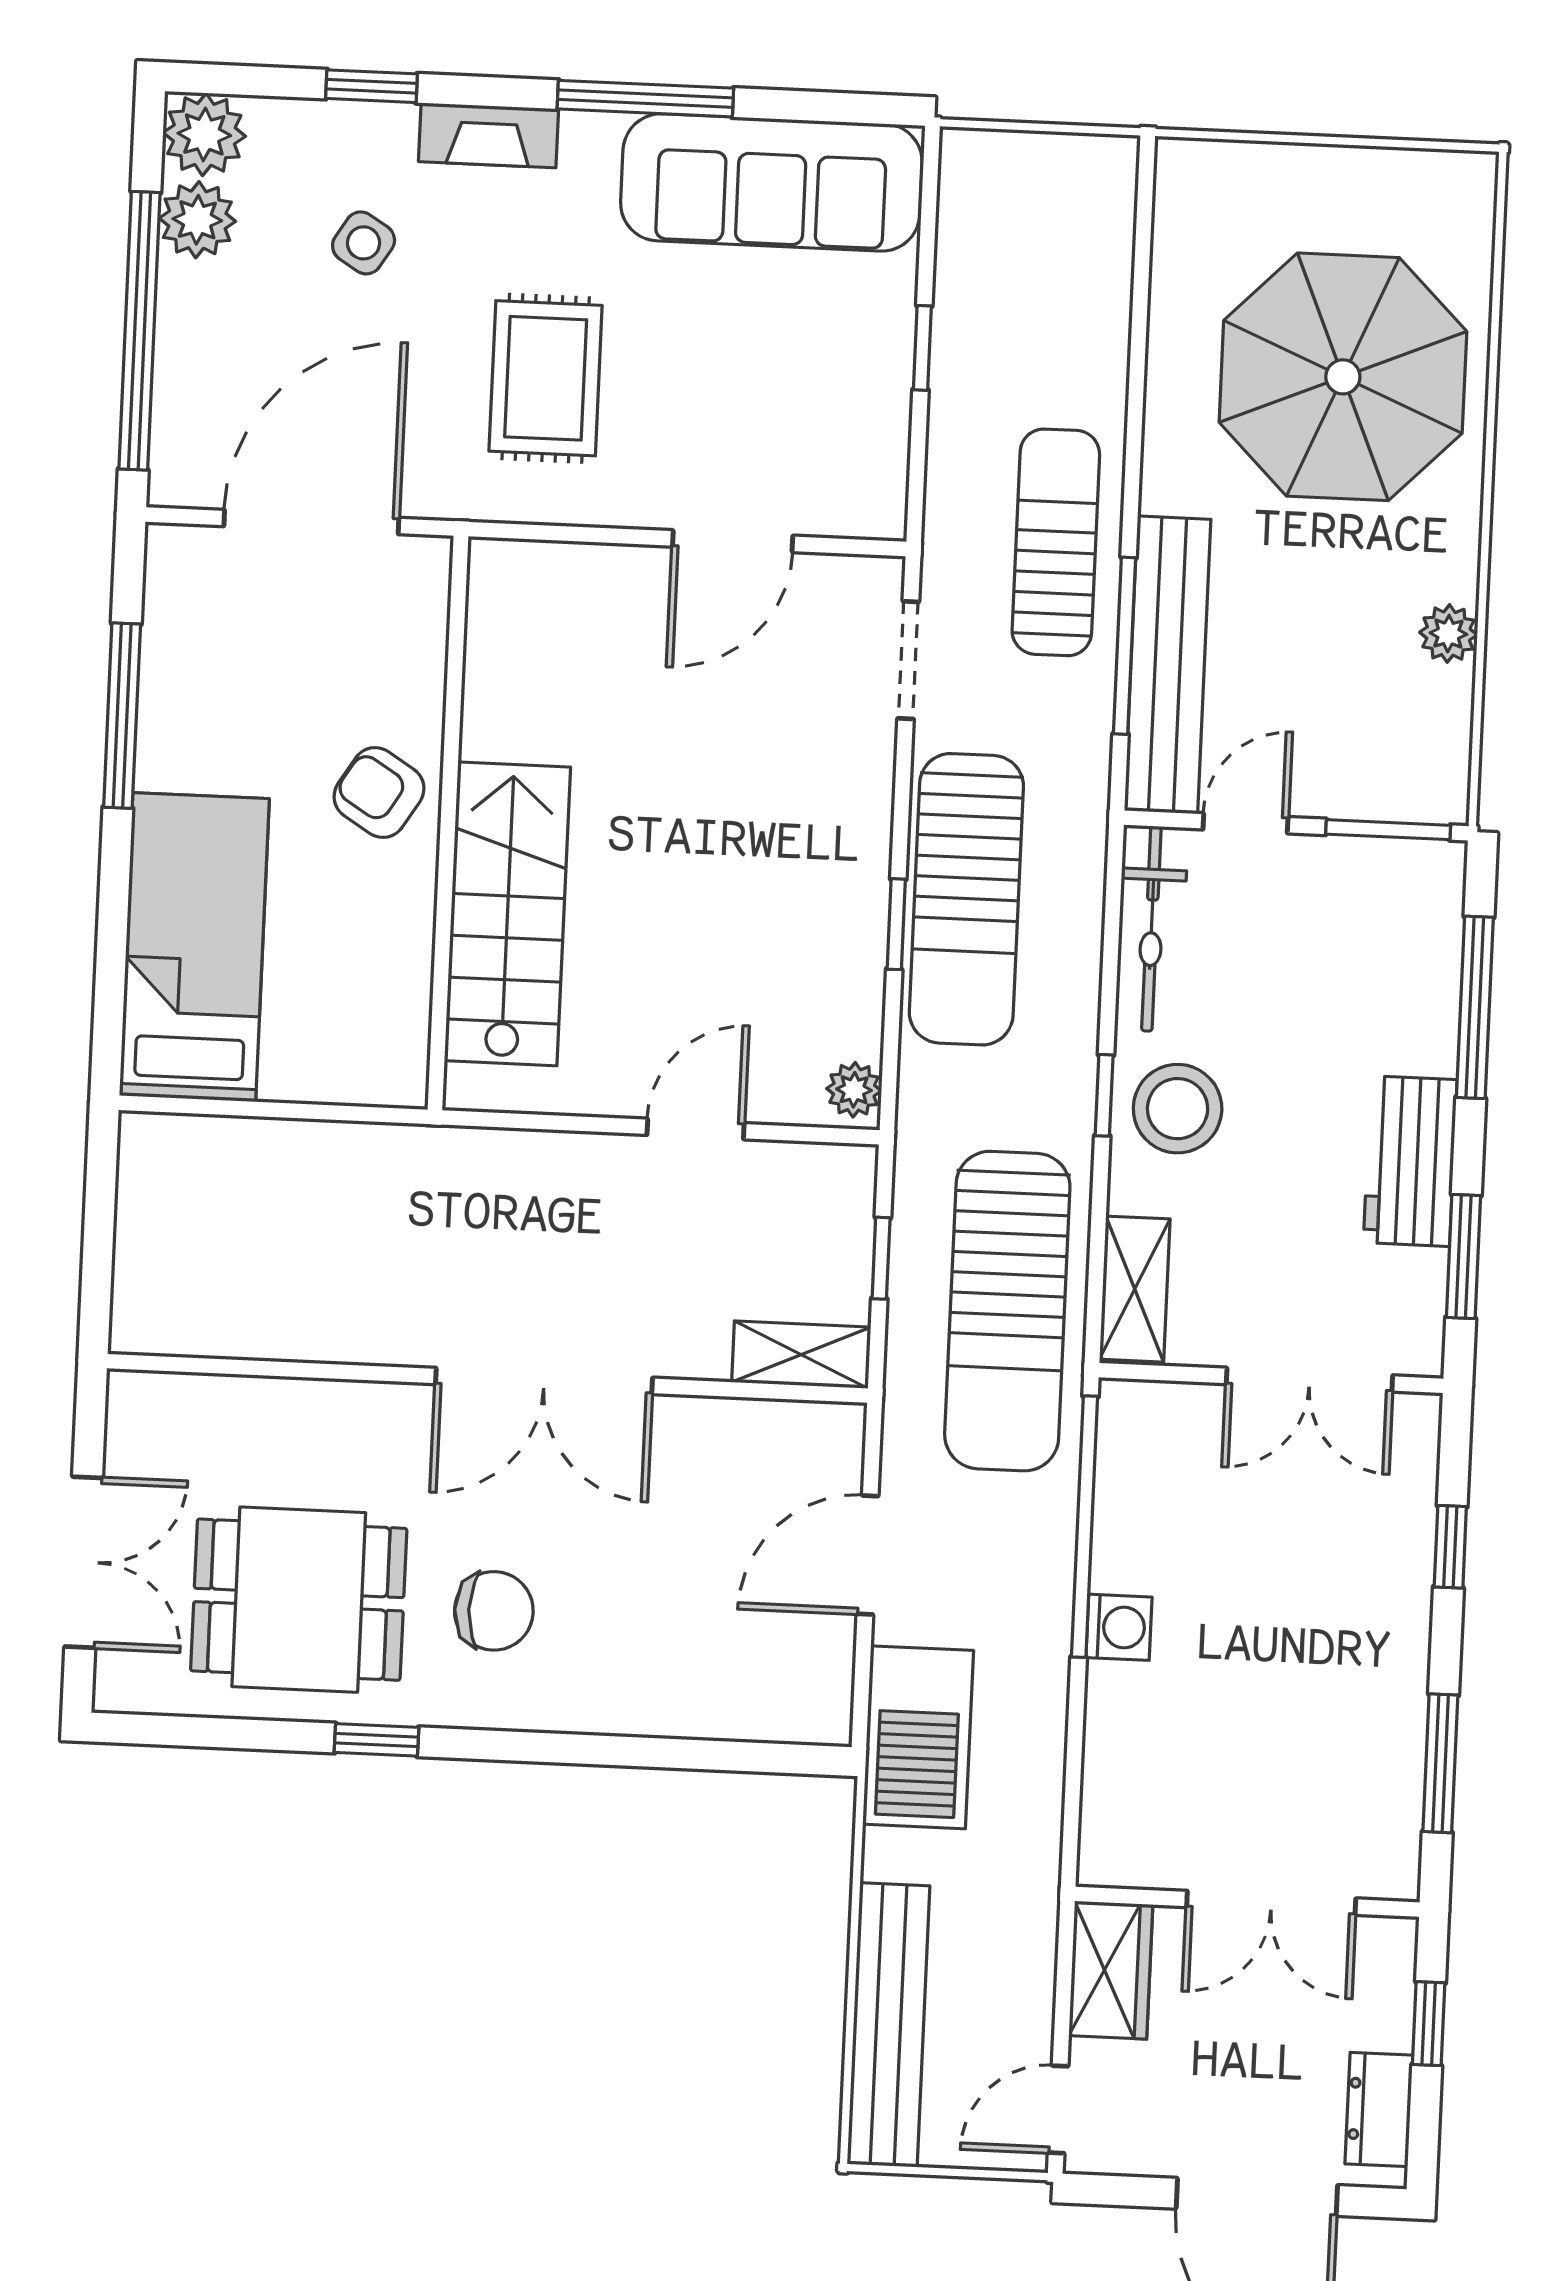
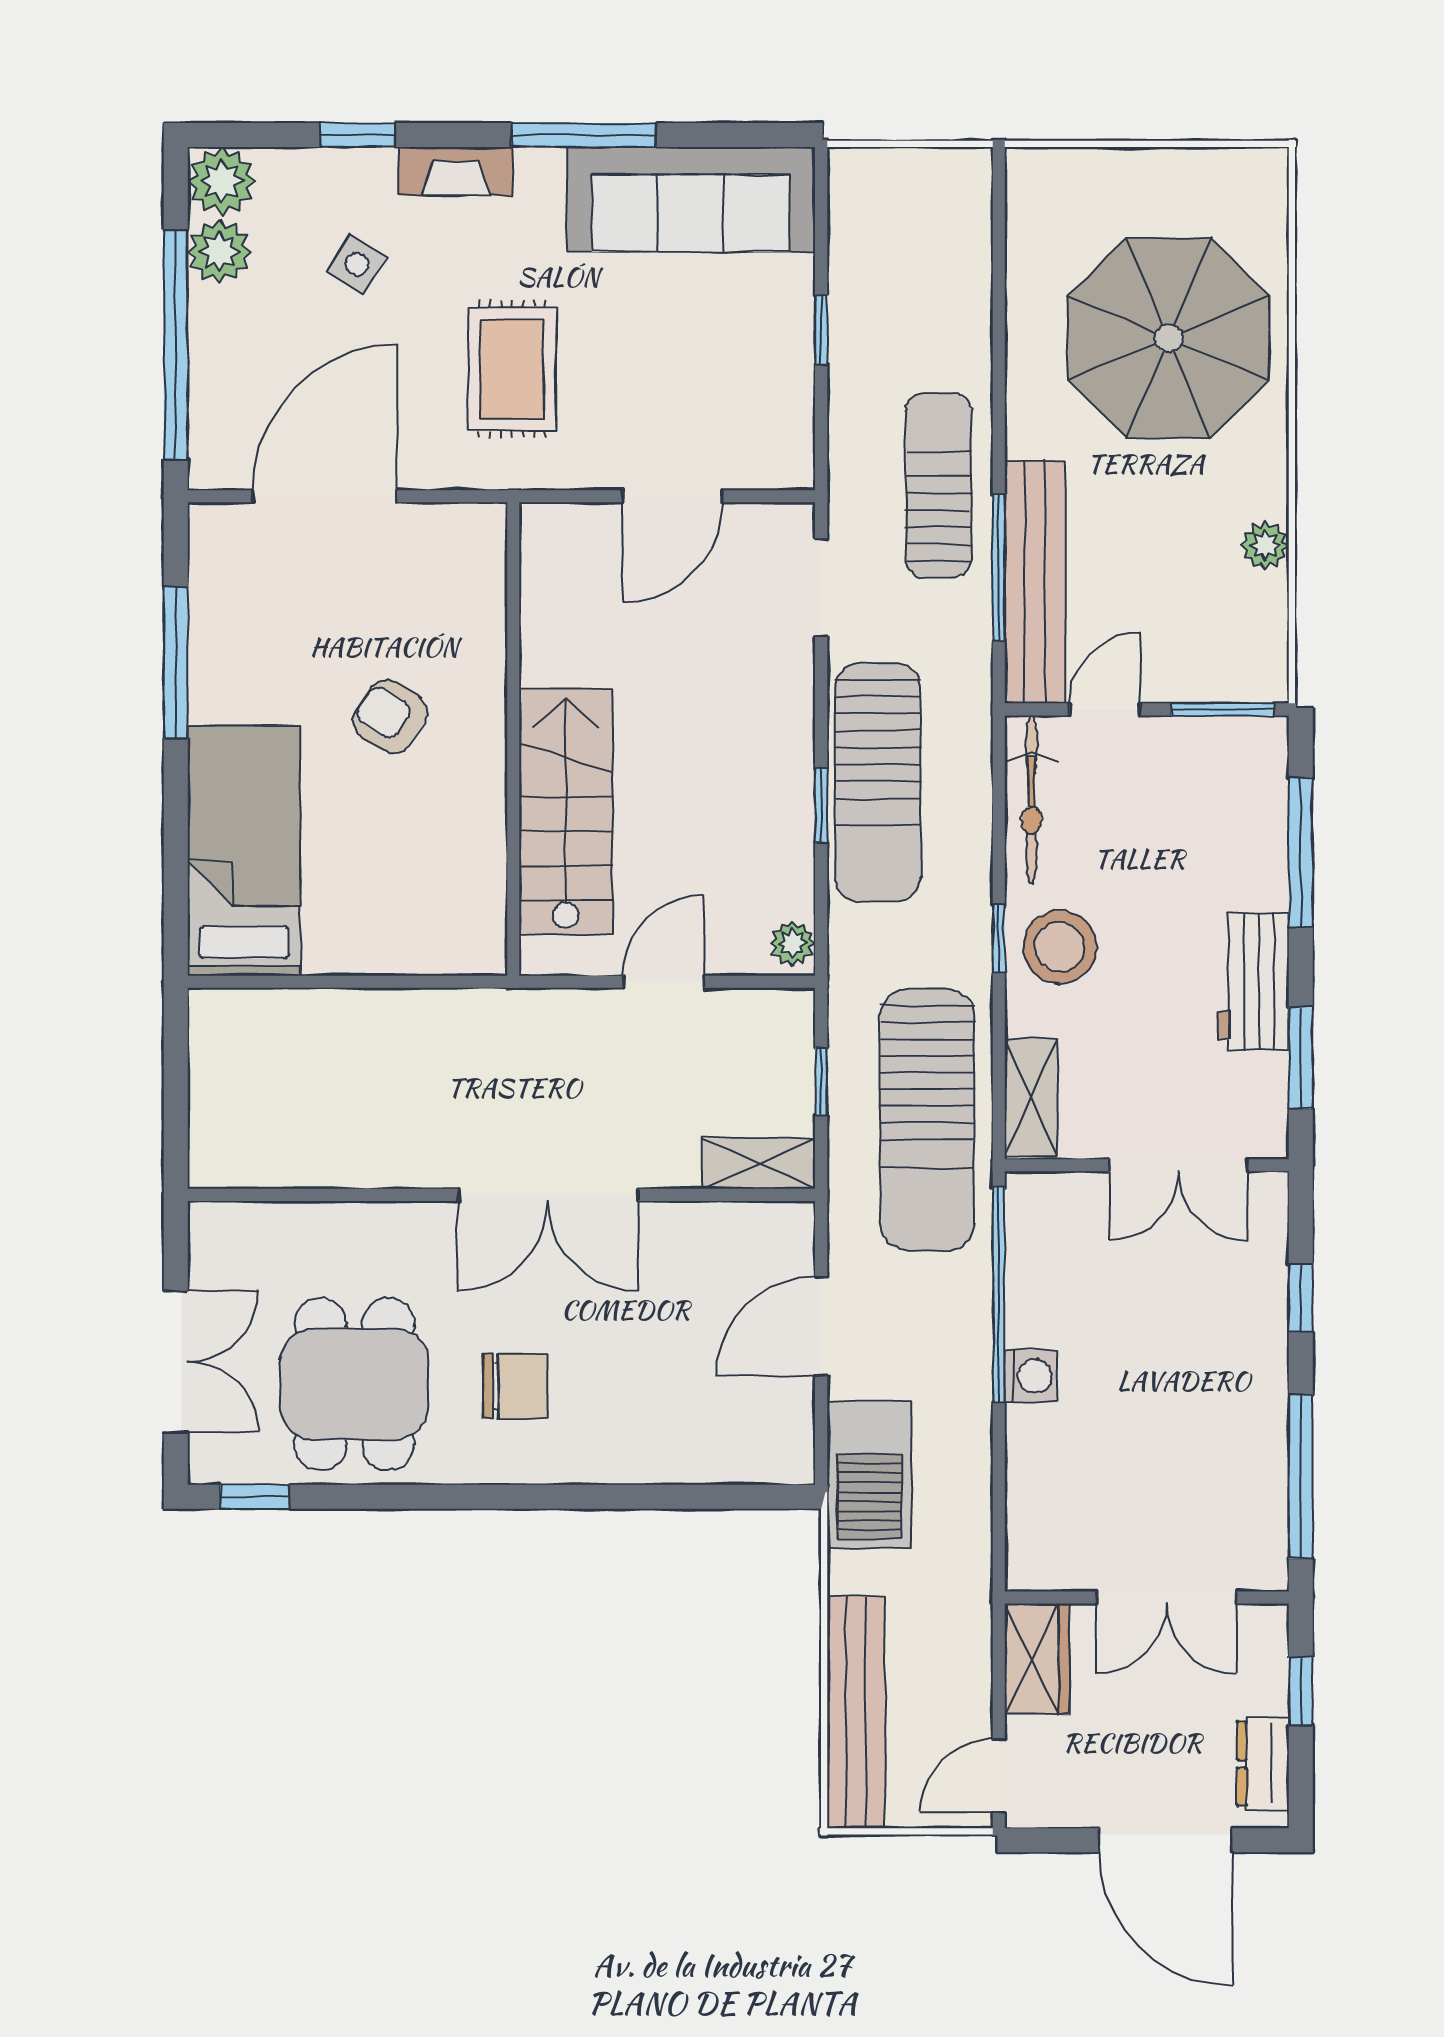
wall: (448, 823) -> (513, 739), moved
stairs: (507, 914) -> (566, 812), moved
dining table: (299, 1600) -> (354, 1384), turned 90
window: (376, 1740) -> (255, 1497), moved
window: (1440, 1763) -> (1301, 1476), width x1.44

